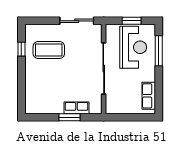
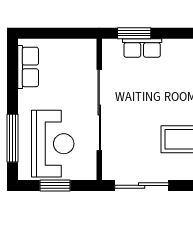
reception desk: (133, 47) -> (53, 144), turned 180
window: (70, 117) -> (134, 33), moved

